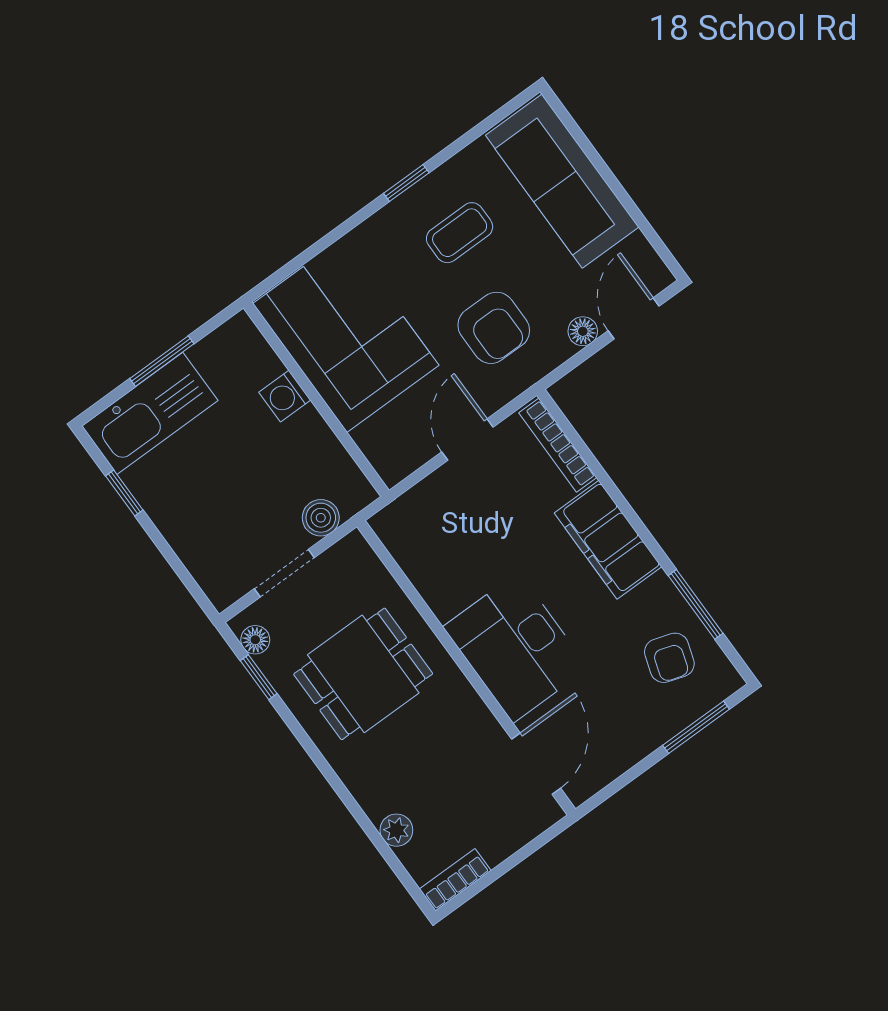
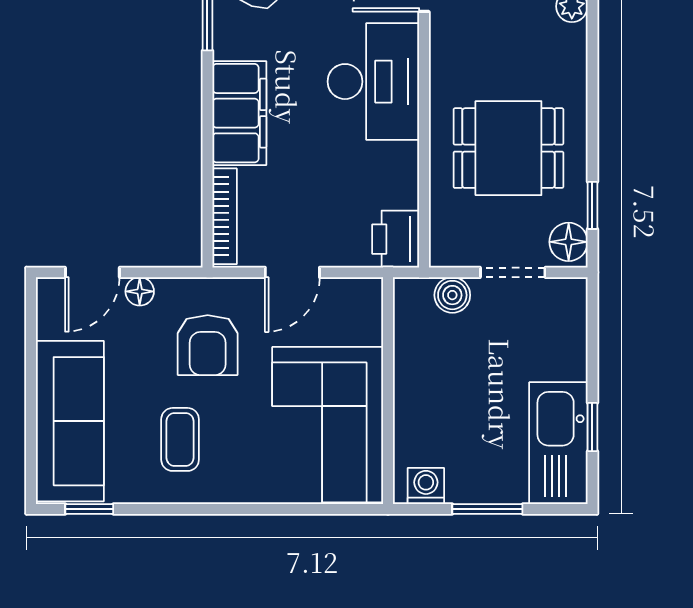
window: (406, 183) -> (89, 509), moved
coffee table: (460, 233) -> (180, 439), turned 90
armchair: (494, 328) -> (208, 345), turned 180
washing machine: (285, 396) -> (426, 486), moved, turned -90
kitchen sink: (150, 413) -> (558, 443), moved, turned -90
printer: (402, 530) -> (396, 239), added
floor lamp: (255, 640) -> (569, 242), width x1.37, depth x1.37

